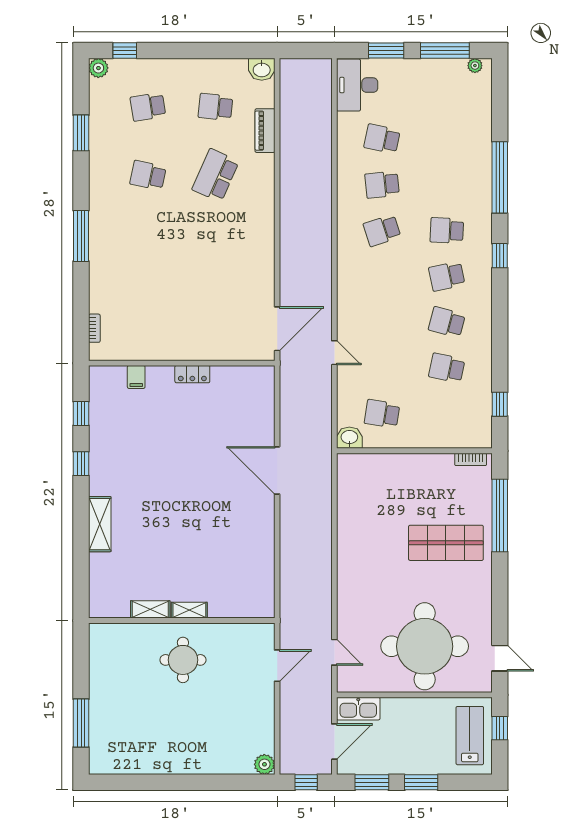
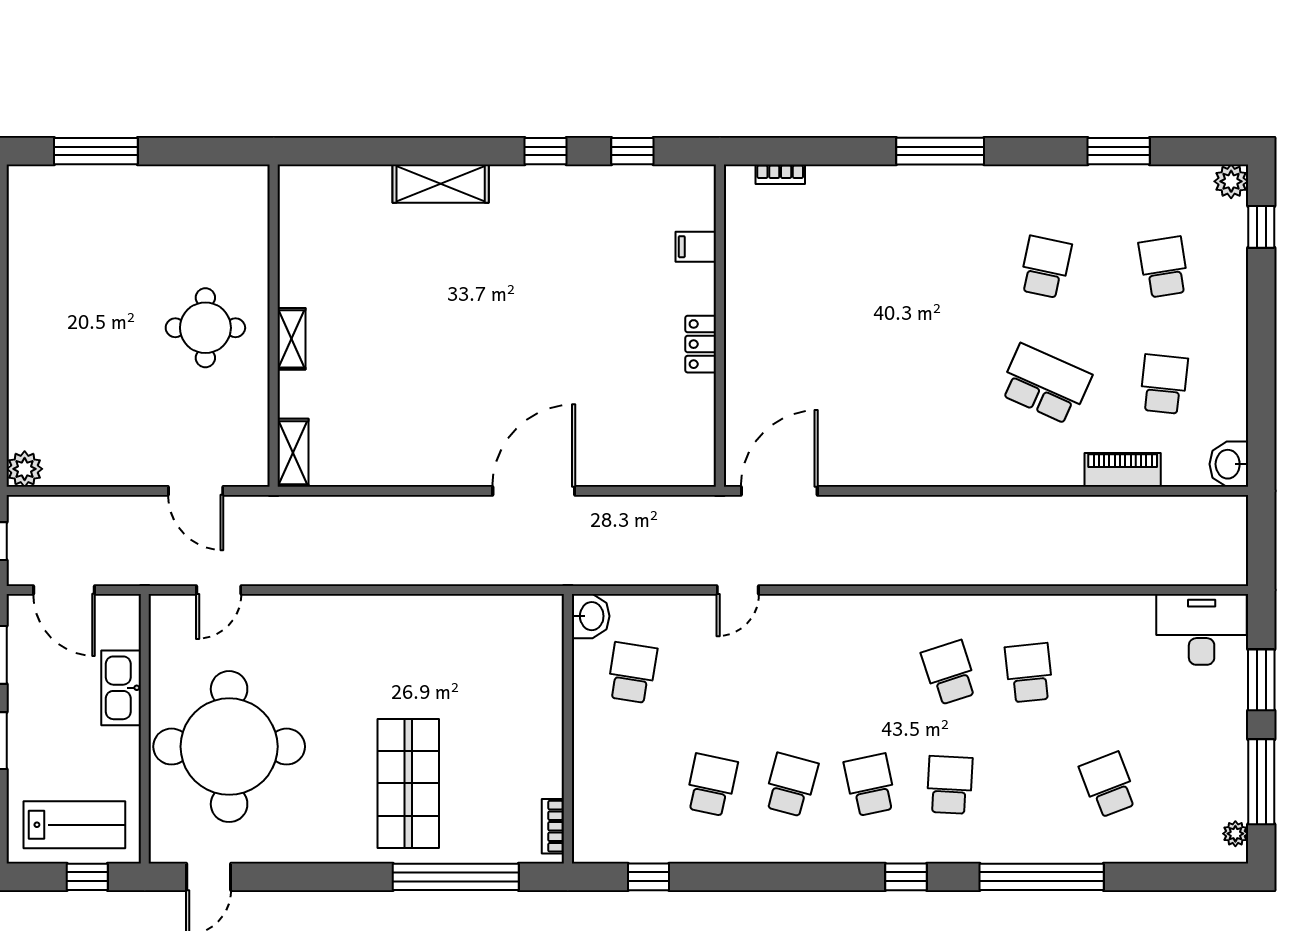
school desk: (382, 139) -> (1108, 785), moved, turned -33
door: (277, 329) -> (779, 491), swing flipped
shelving: (150, 609) -> (293, 453), moved
kitchen sink: (358, 709) -> (121, 688), moved

